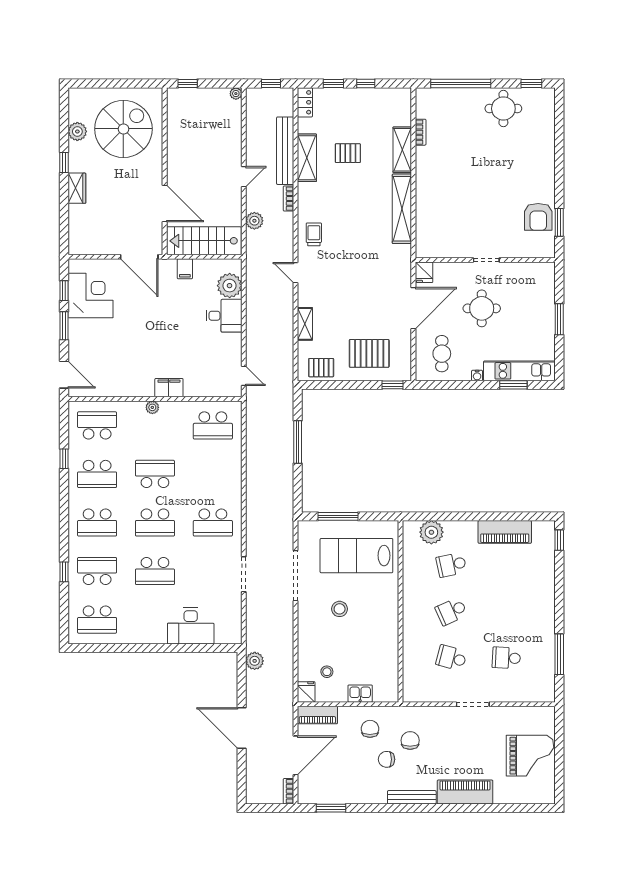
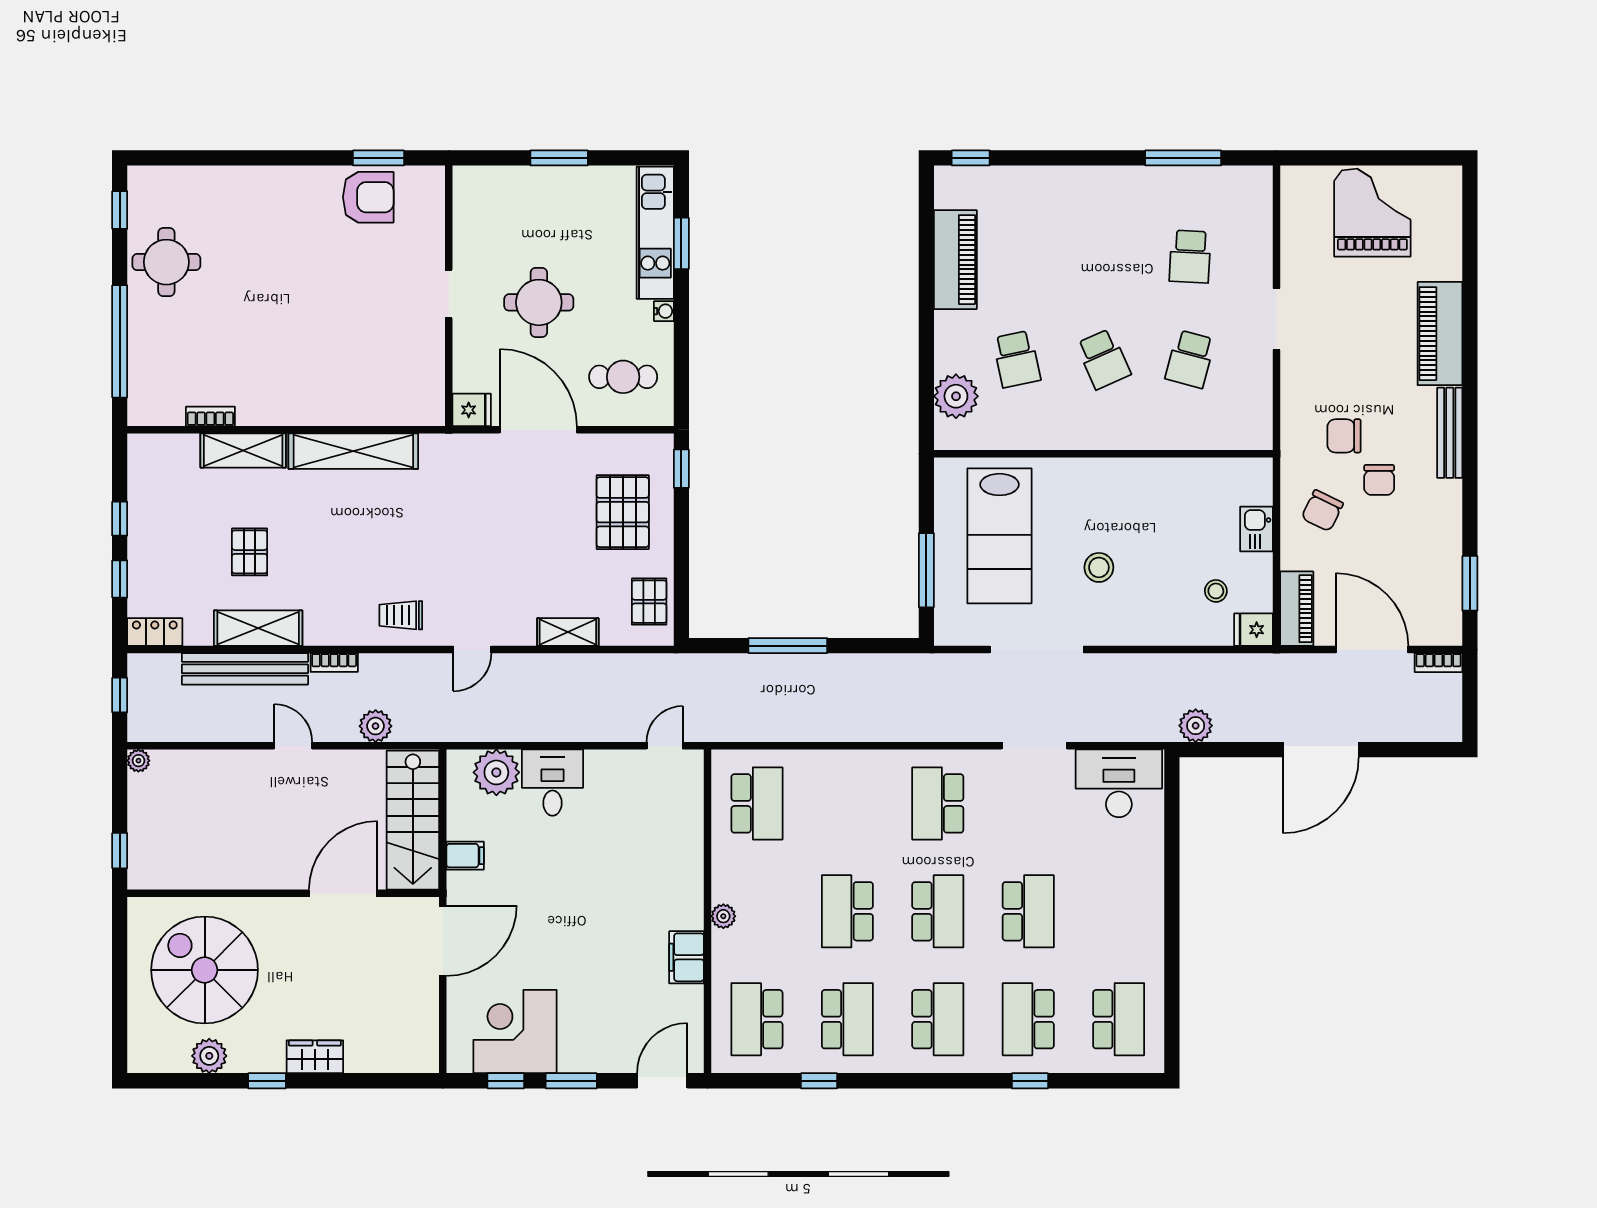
filing cabinet: (169, 388) -> (687, 957), moved
school desk: (213, 522) -> (938, 803), turned 180
desk: (191, 626) -> (1119, 783), moved, turned -90
chair: (370, 729) -> (1322, 511), turned -64

